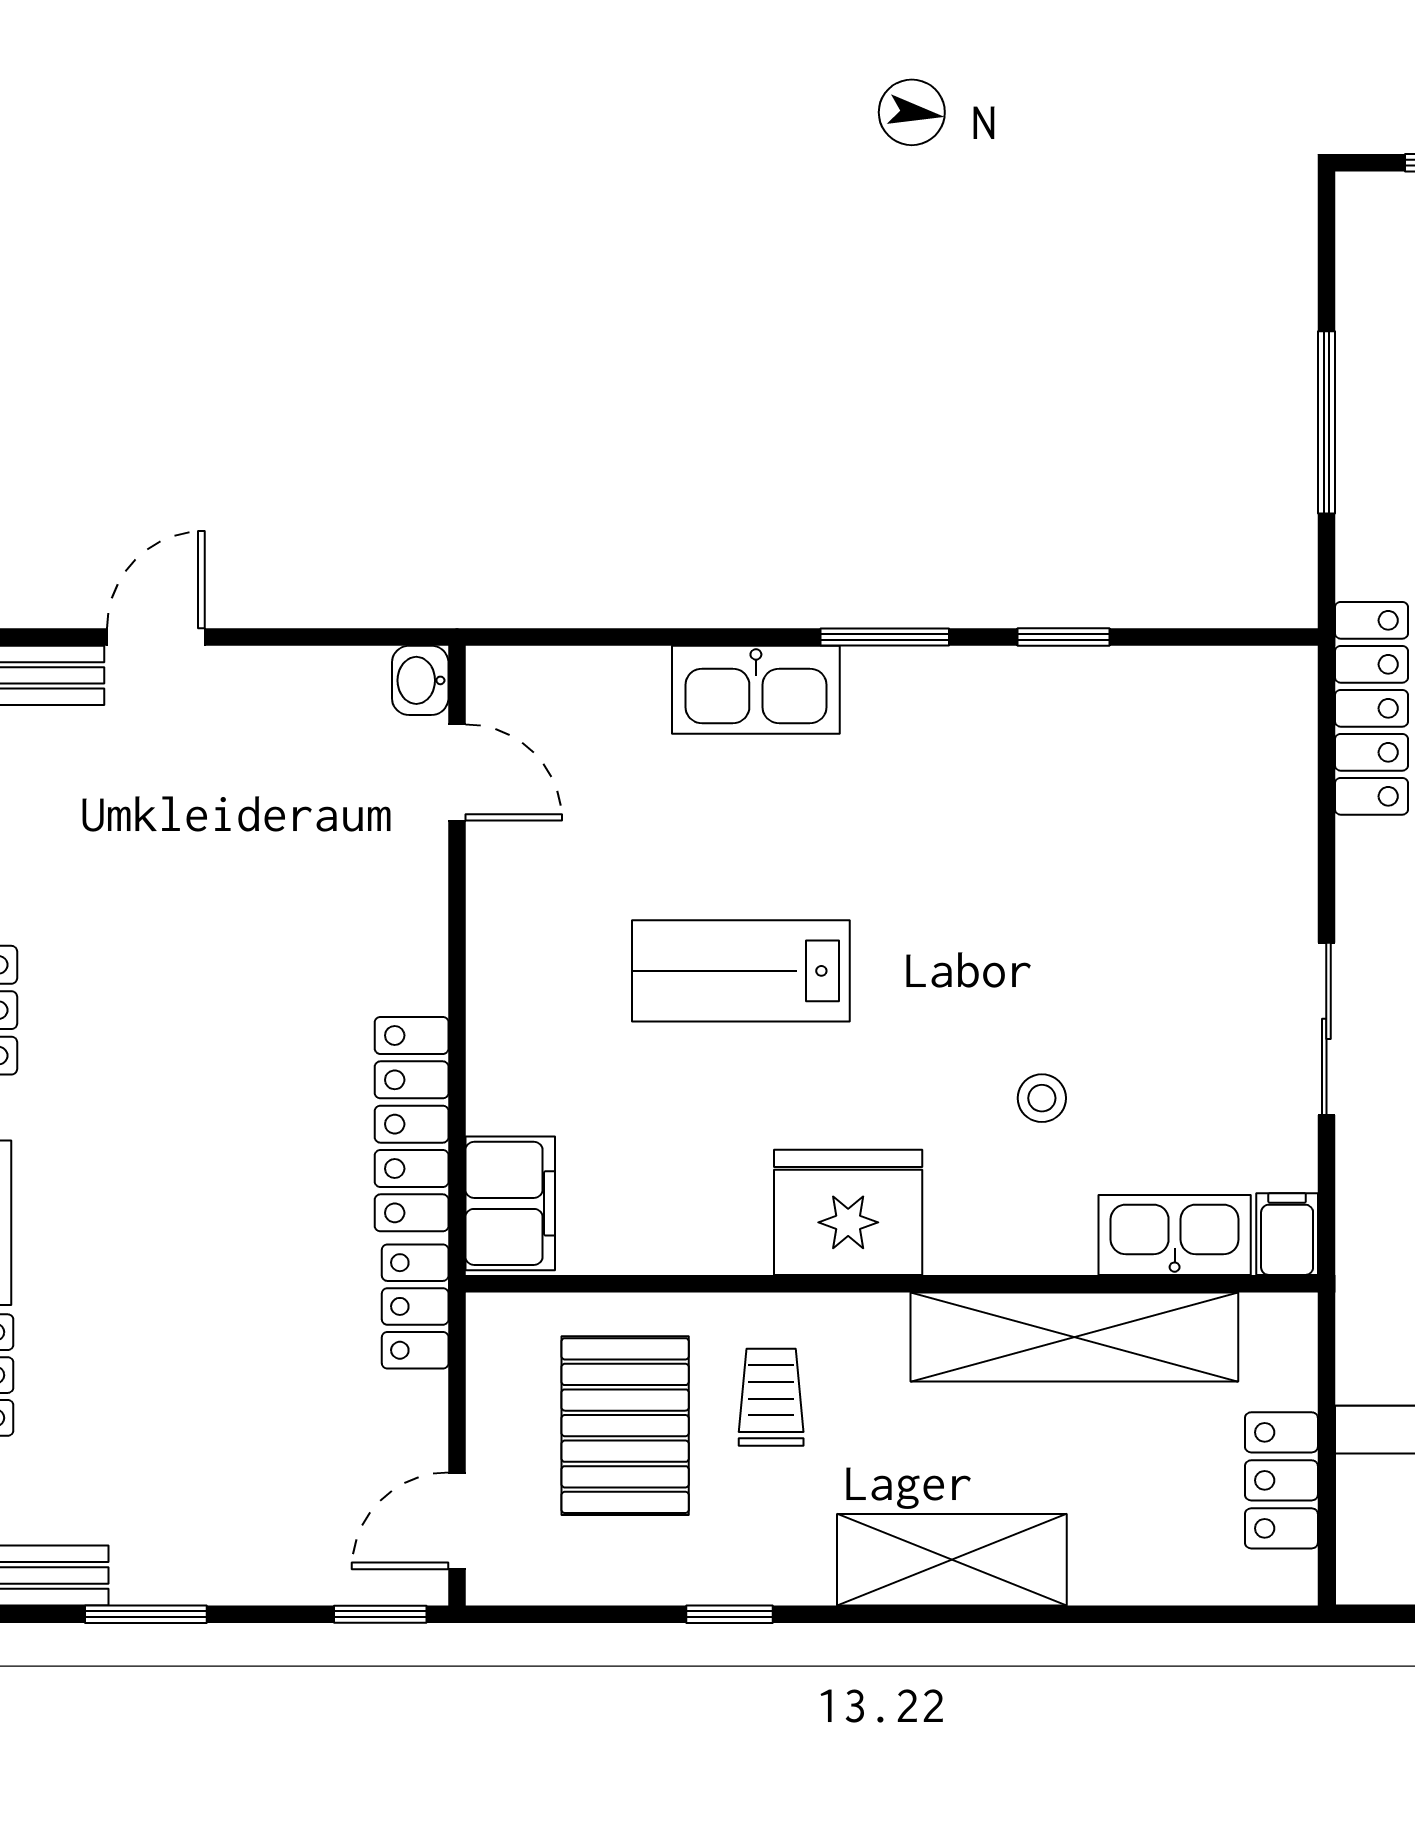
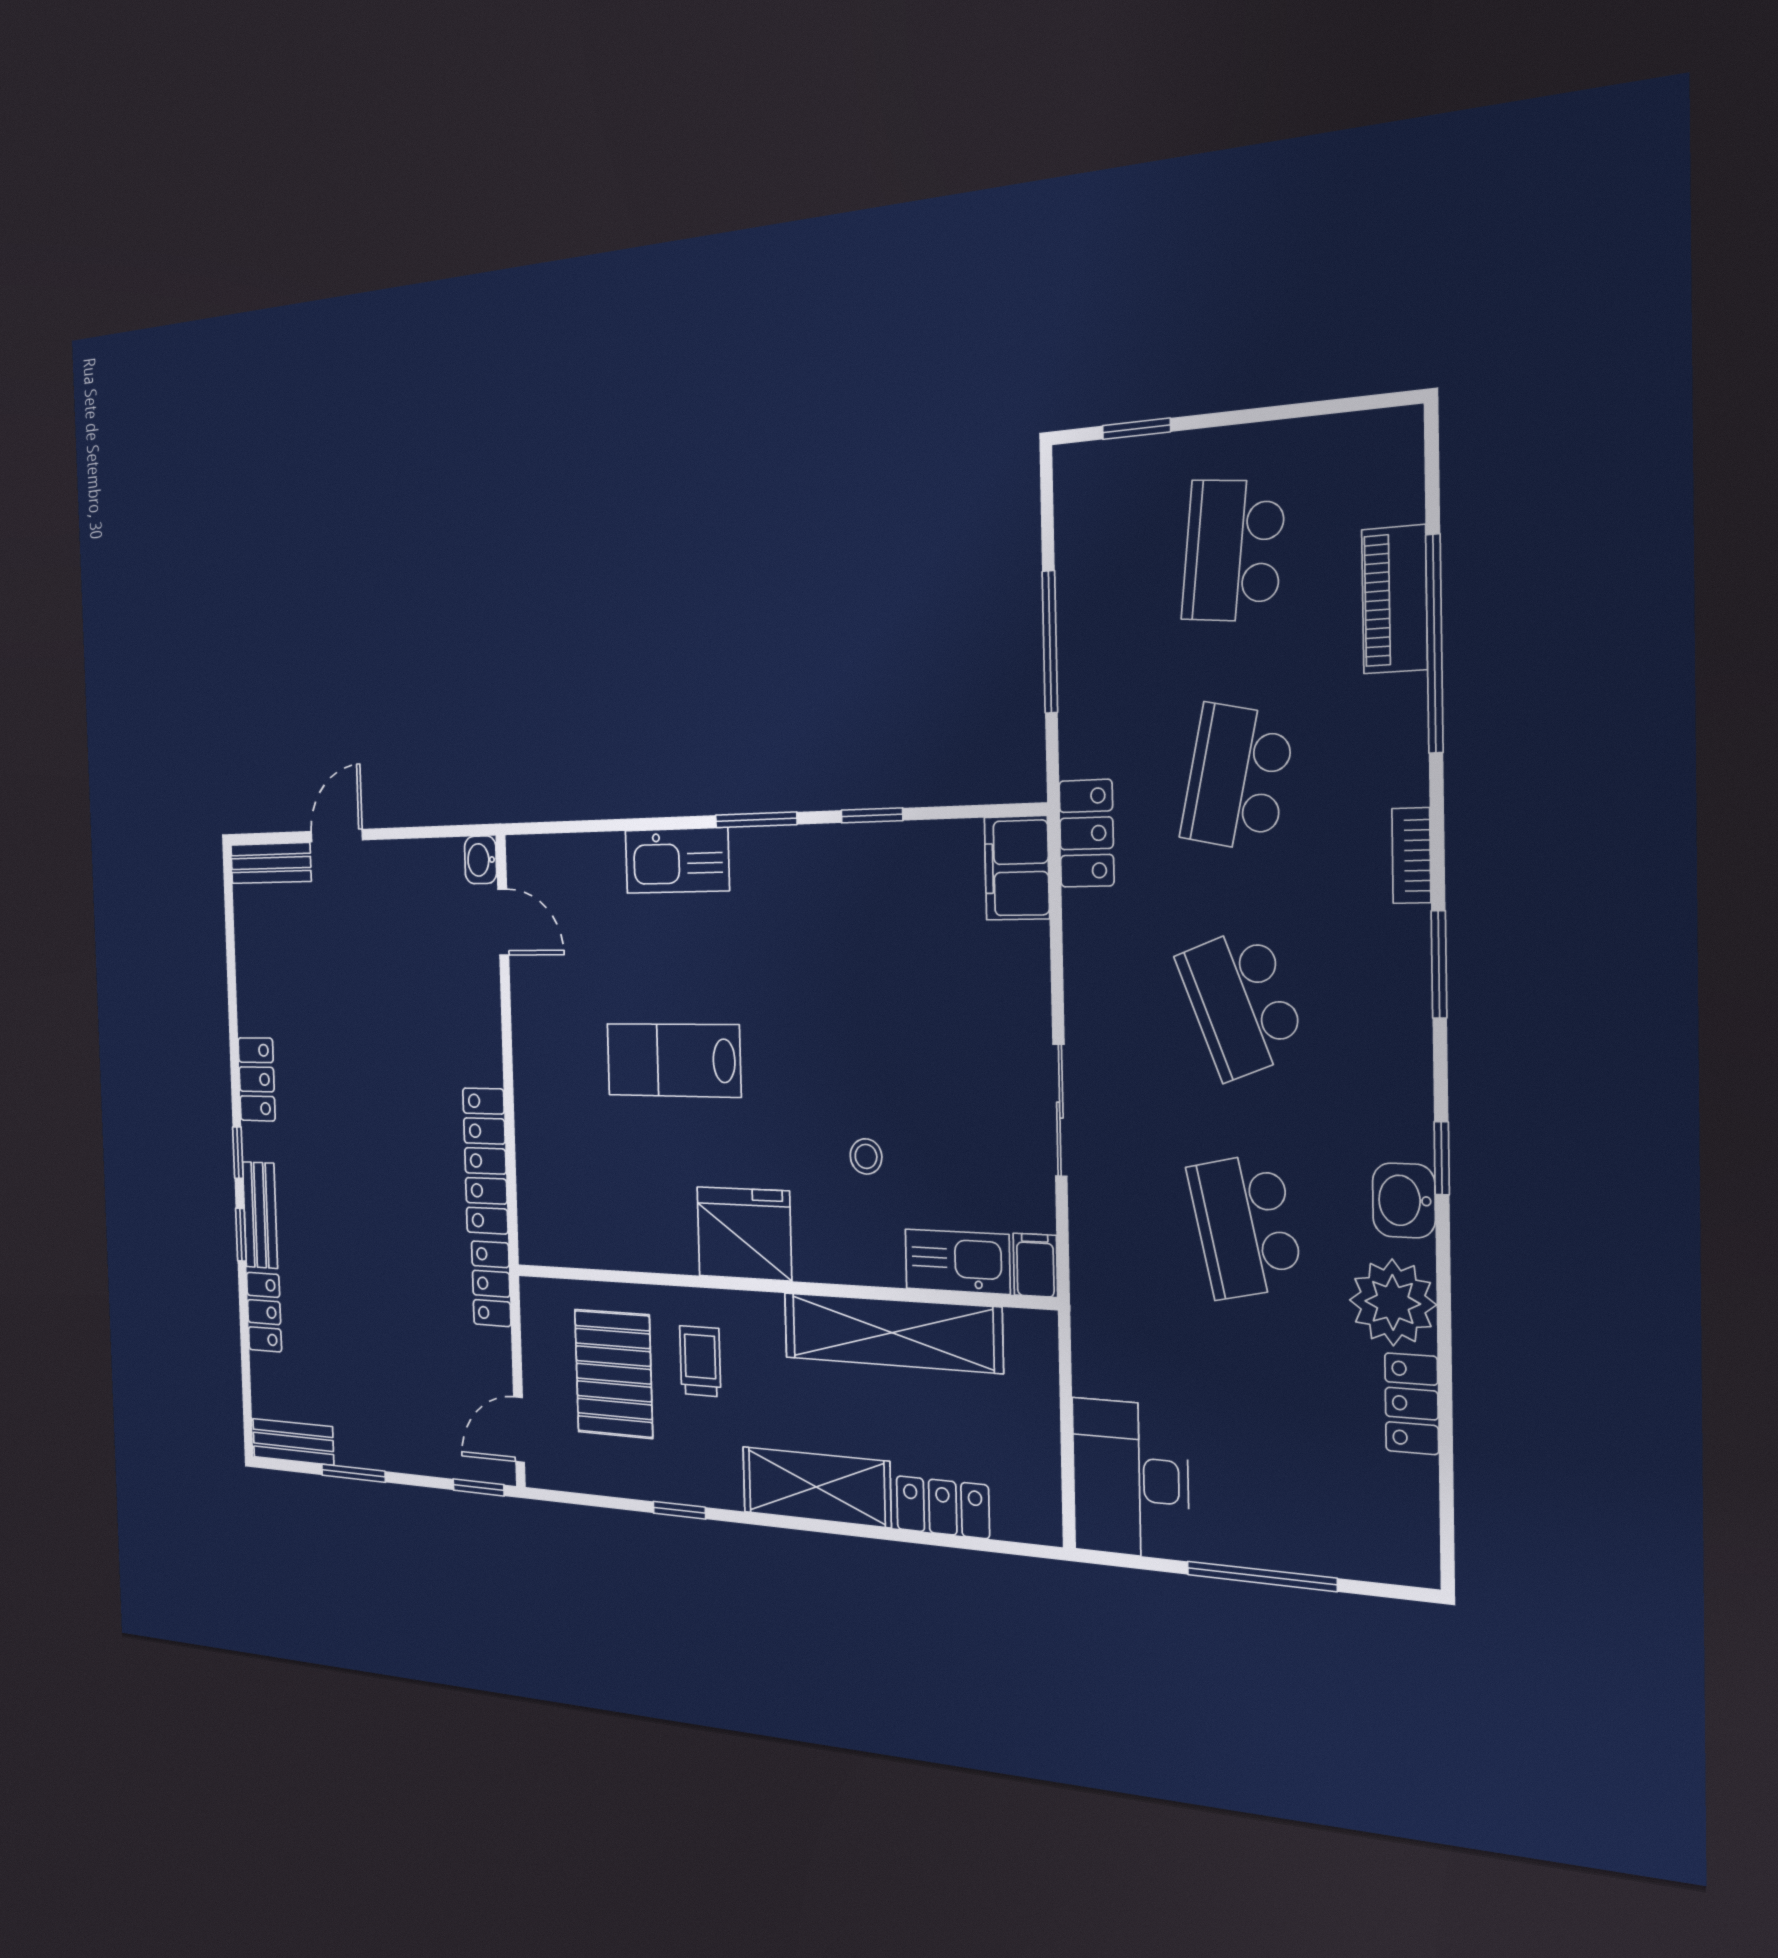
locker: (1371, 708) -> (1086, 833), width x0.66
filing cabinet: (510, 1203) -> (1017, 868), moved, turned 180
locker: (1281, 1480) -> (943, 1507), moved, turned 90

